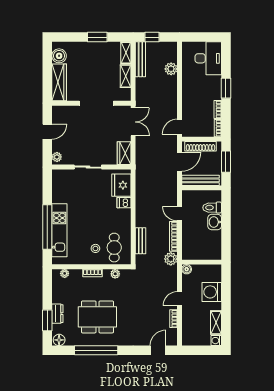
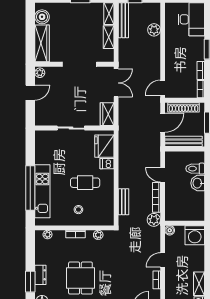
plant: (57, 157) -> (40, 73), moved
cafe table: (114, 248) -> (85, 183), moved, turned 90
washing machine: (212, 292) -> (195, 235), moved, turned -90
dining table: (97, 317) -> (80, 278), width x0.73

